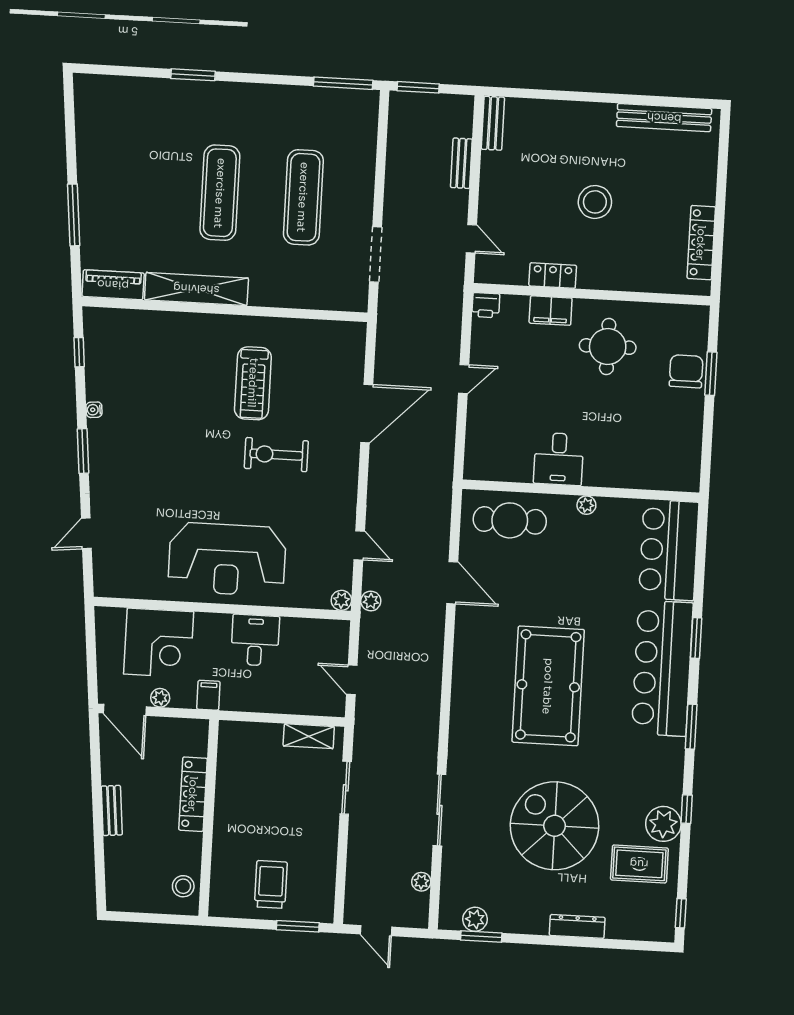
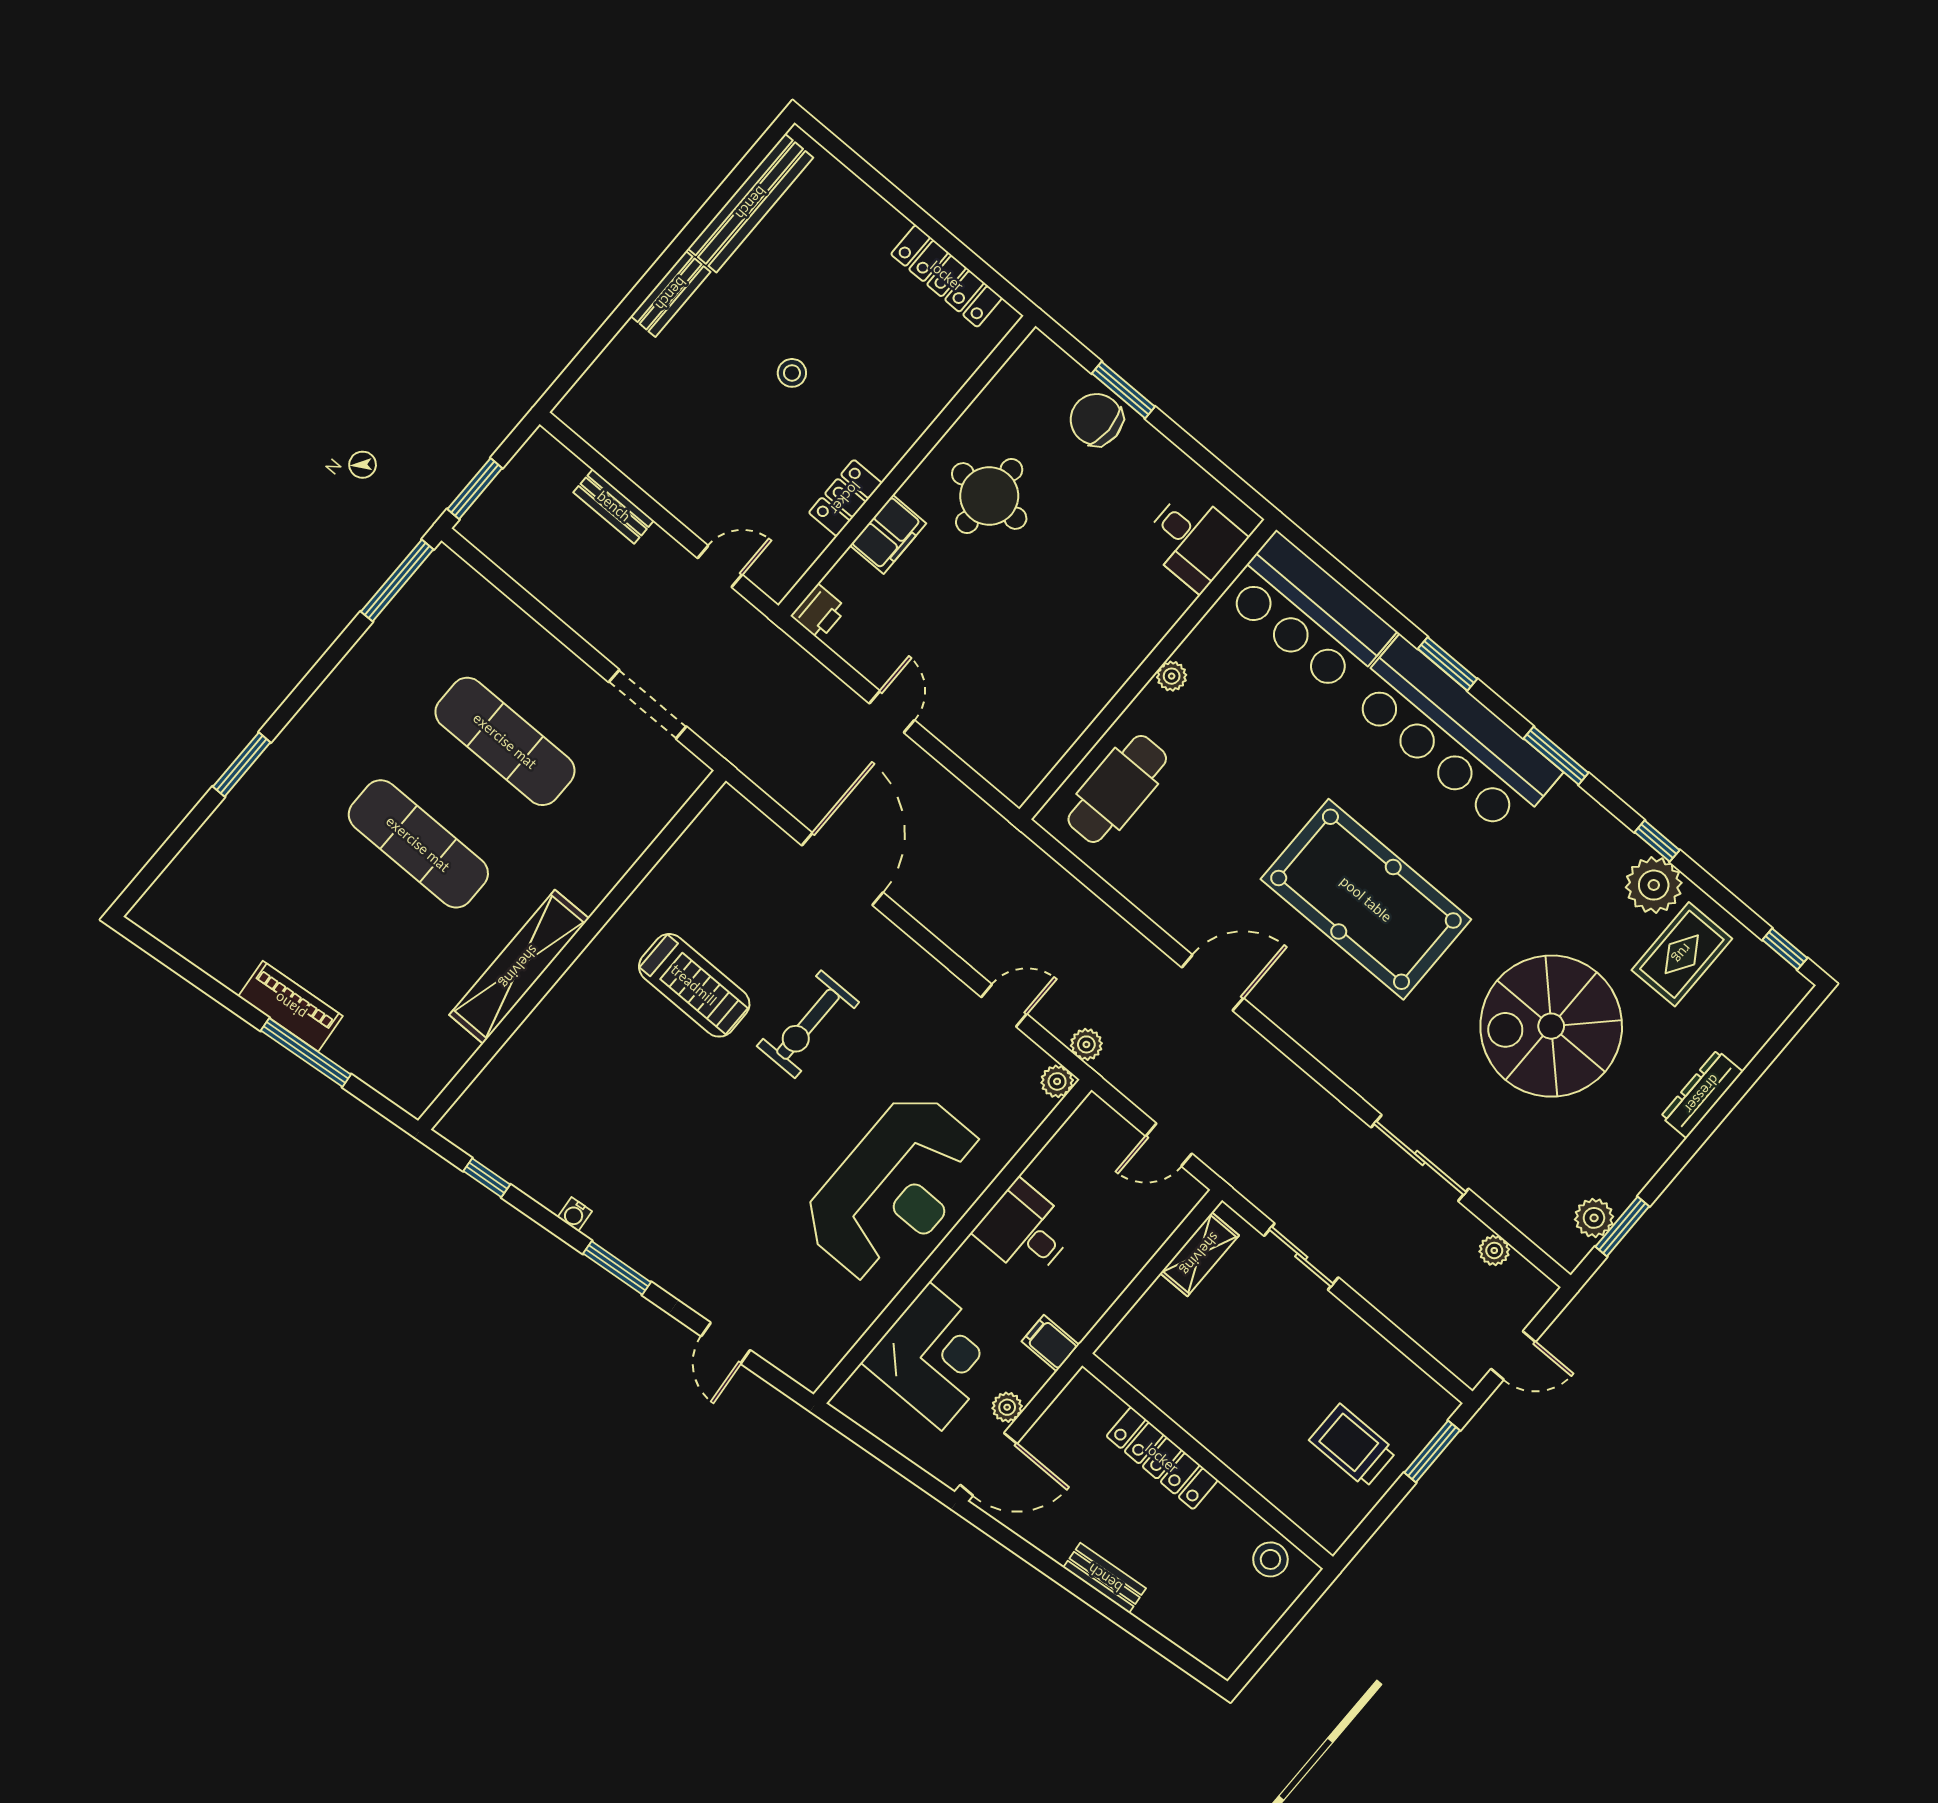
bench: (493, 123) -> (671, 294), moved, turned 90
stool: (595, 202) -> (792, 373), width x0.53, depth x0.53
piano: (113, 285) -> (290, 1006), moved, turned 85
desk: (559, 459) -> (1193, 540), moved
door: (452, 583) -> (1213, 983), moved

